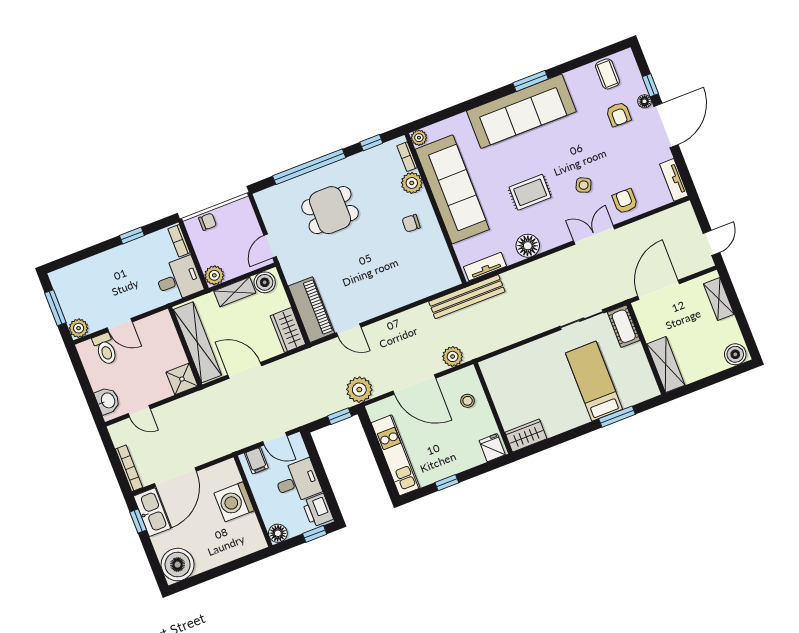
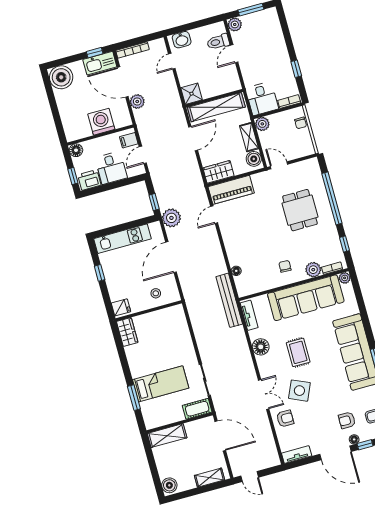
side table: (584, 185) -> (299, 391), width x1.87, depth x1.87
floor lamp: (424, 291) -> (236, 271), added
plant: (453, 356) -> (137, 102), moved

